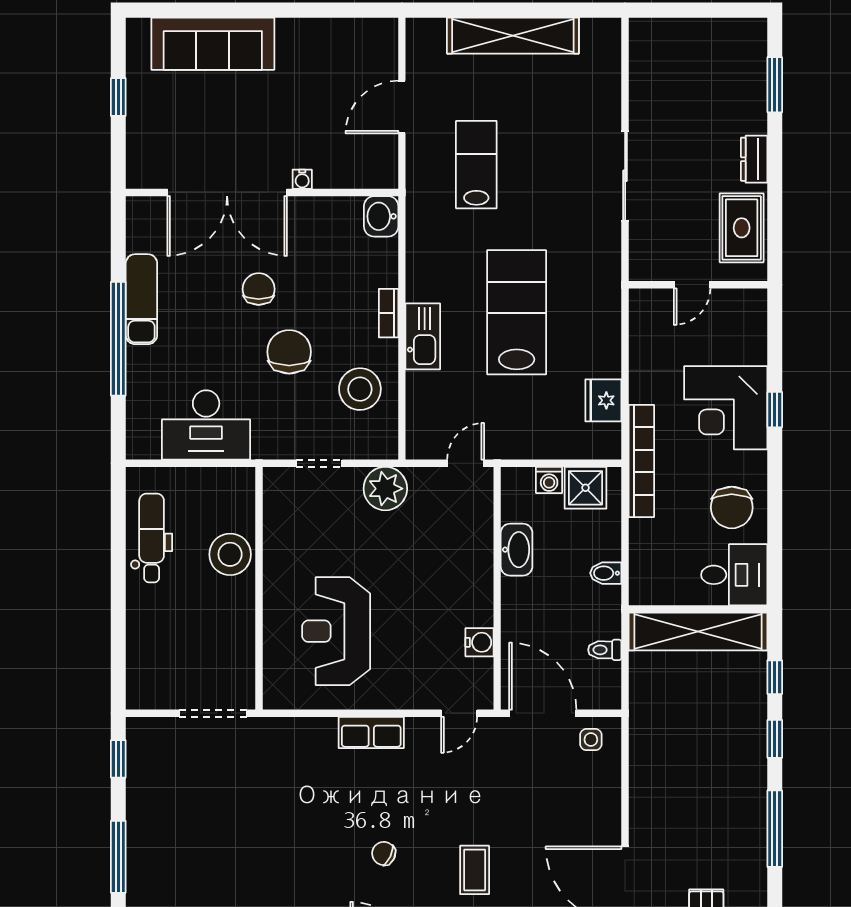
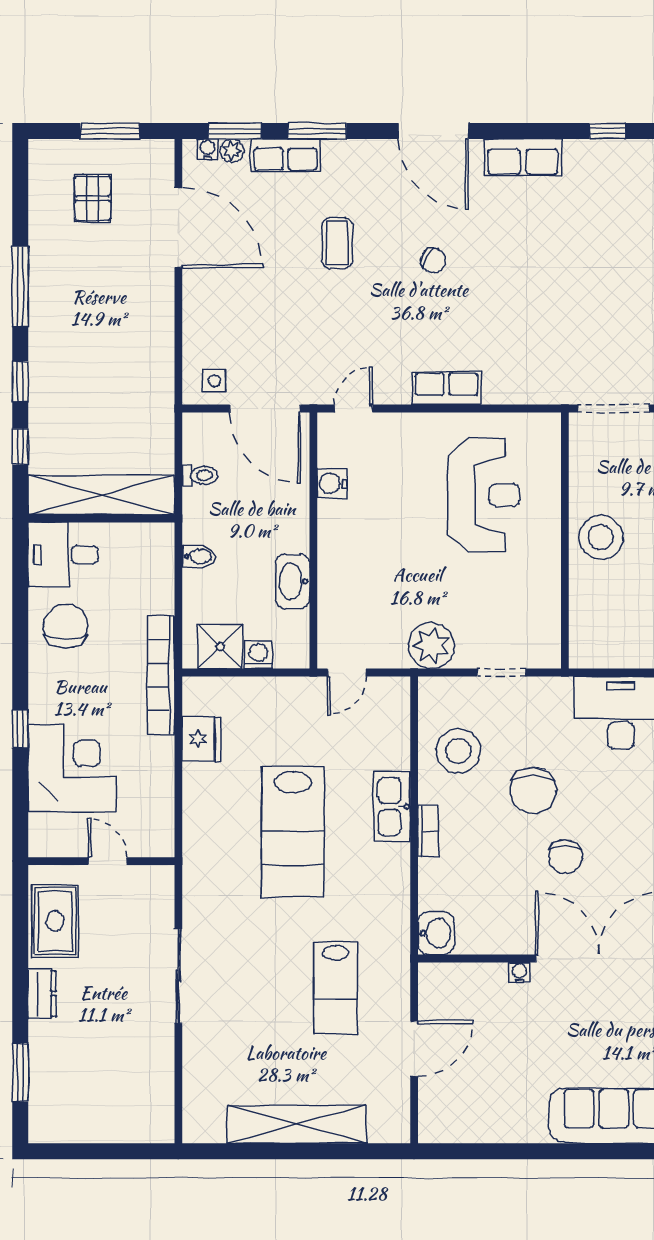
door: (692, 285) -> (107, 861), hinge flipped
corner desk: (726, 408) -> (72, 768), moved
stool: (230, 554) -> (601, 537), moved

